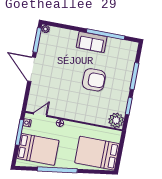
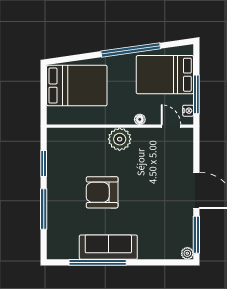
sofa: (92, 42) -> (108, 247), width x1.36
door: (40, 115) -> (171, 126), swing flipped
plant: (116, 120) -> (120, 139), moved

